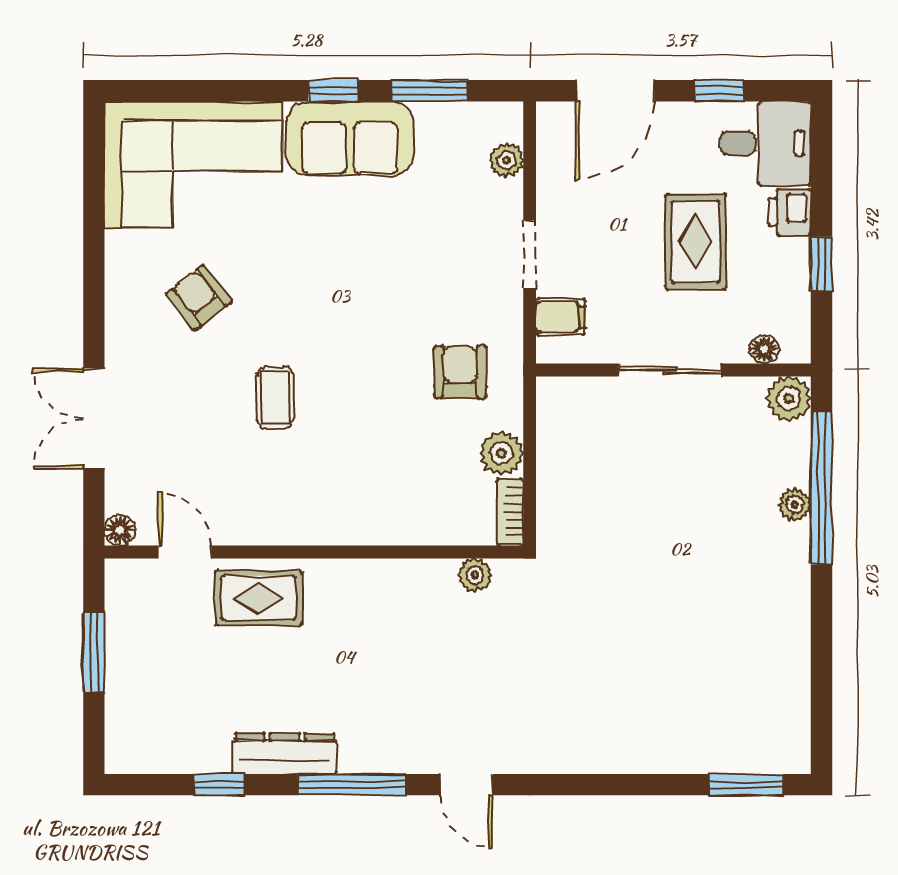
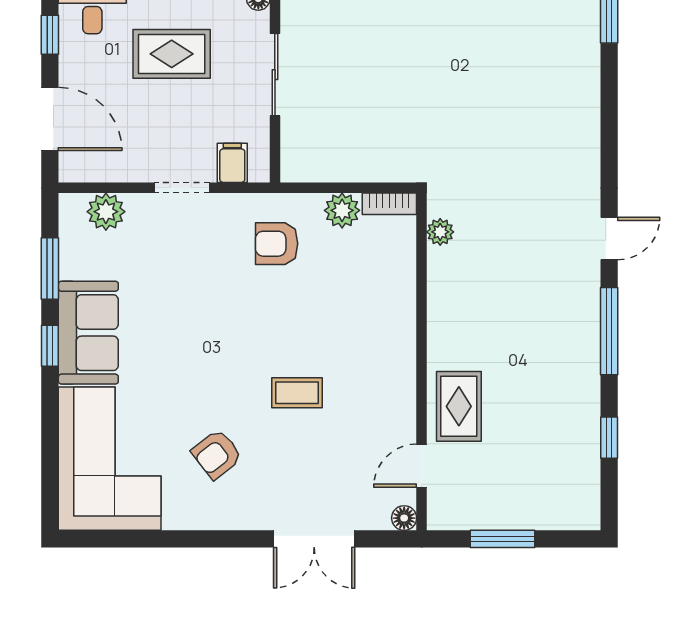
plant: (506, 160) -> (106, 212), width x1.38, depth x1.38
dresser: (285, 754) -> (584, 385), removed

